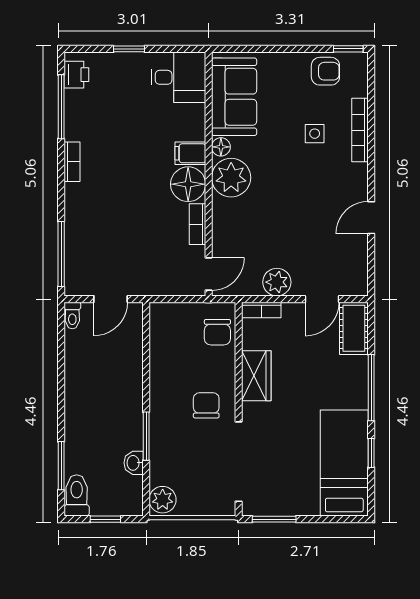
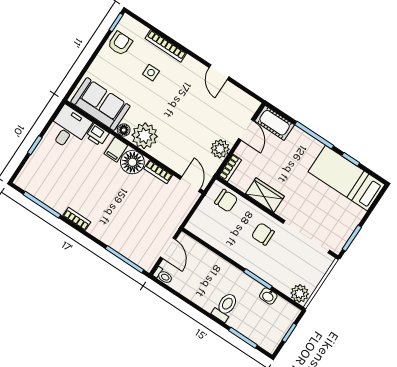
printer: (76, 75) -> (97, 135), moved, turned 180
toilet: (77, 495) -> (225, 307), moved, turned 90

